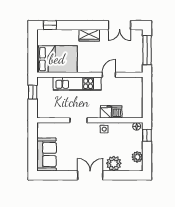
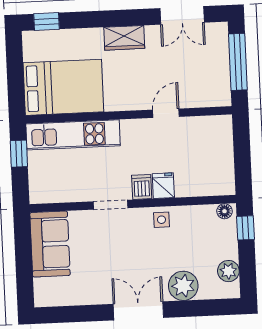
kitchen unit: (77, 84) -> (73, 135), moved
dishwasher: (117, 112) -> (142, 187), moved
sofa: (47, 154) -> (50, 244), moved

